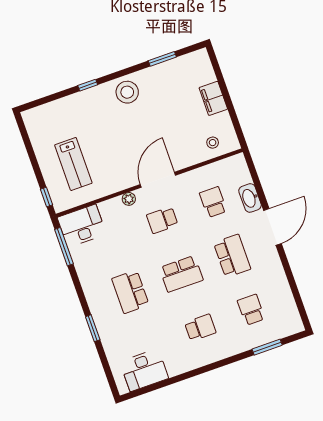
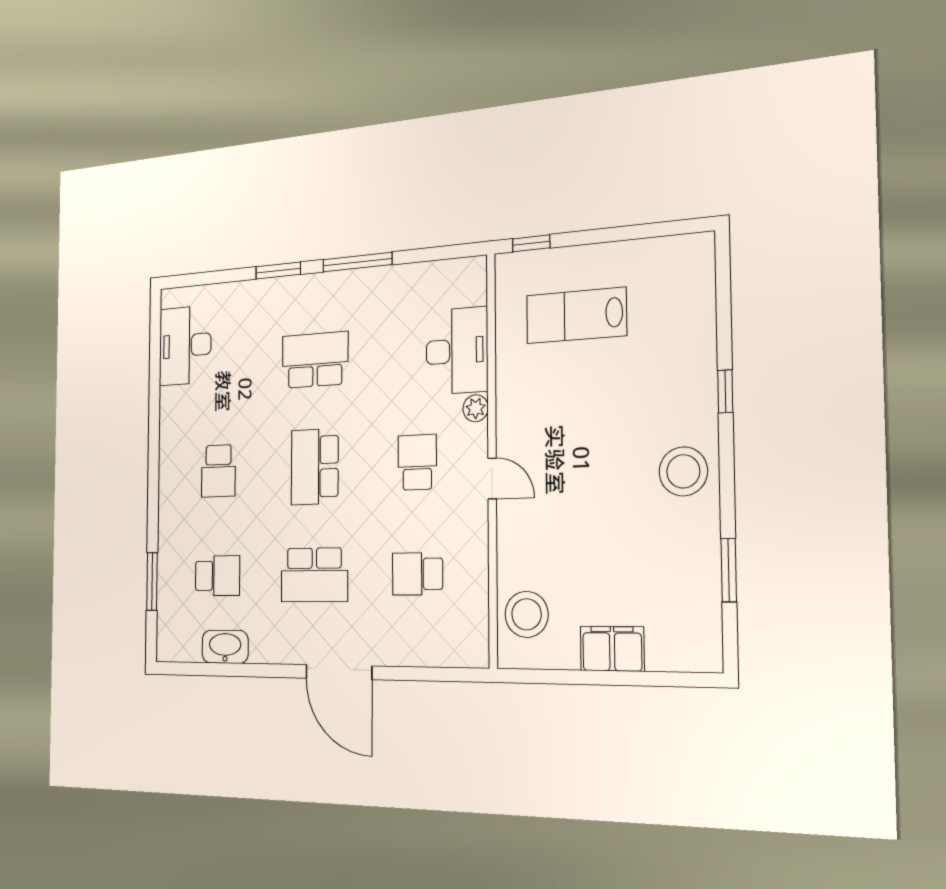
stool: (213, 143) -> (527, 614), width x1.89, depth x1.89
door: (158, 180) -> (492, 478), width x0.53
washbasin: (250, 198) -> (225, 647), moved
school desk: (213, 202) -> (417, 574), turned 180
desk: (82, 226) -> (457, 351), moved
window: (64, 247) -> (357, 262), moved

